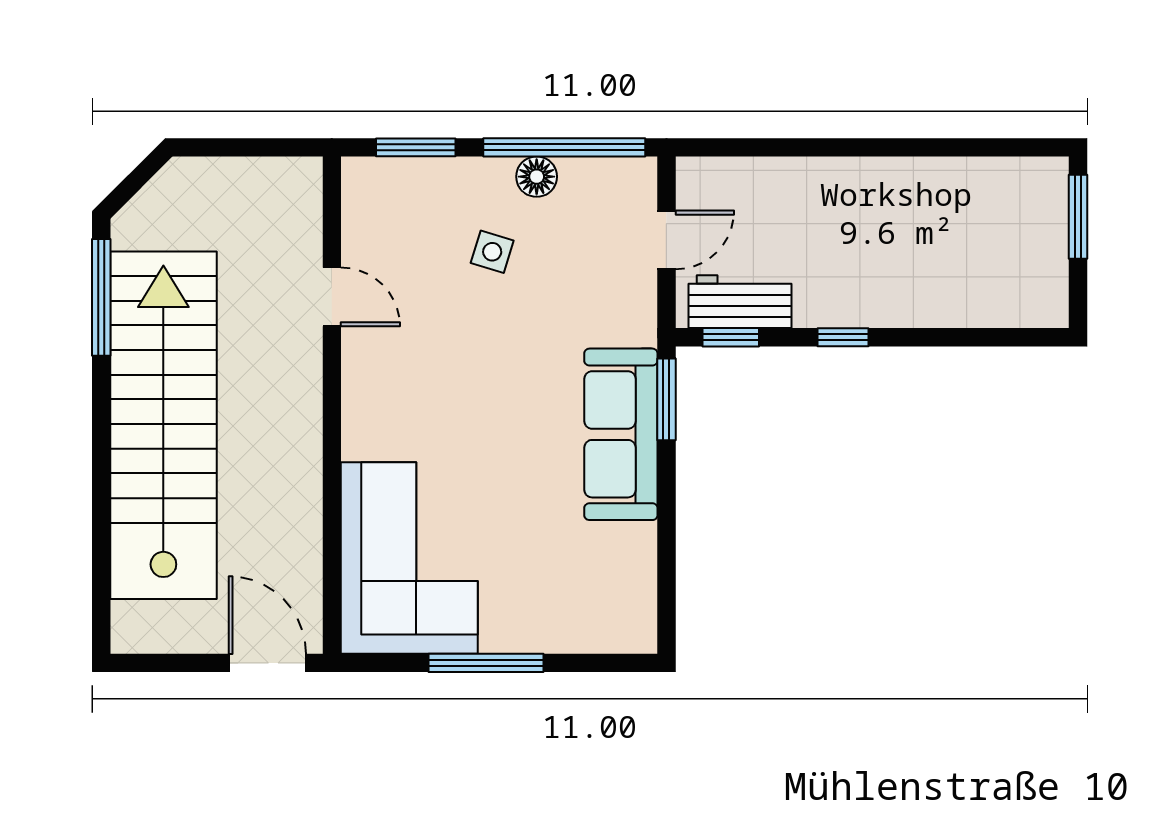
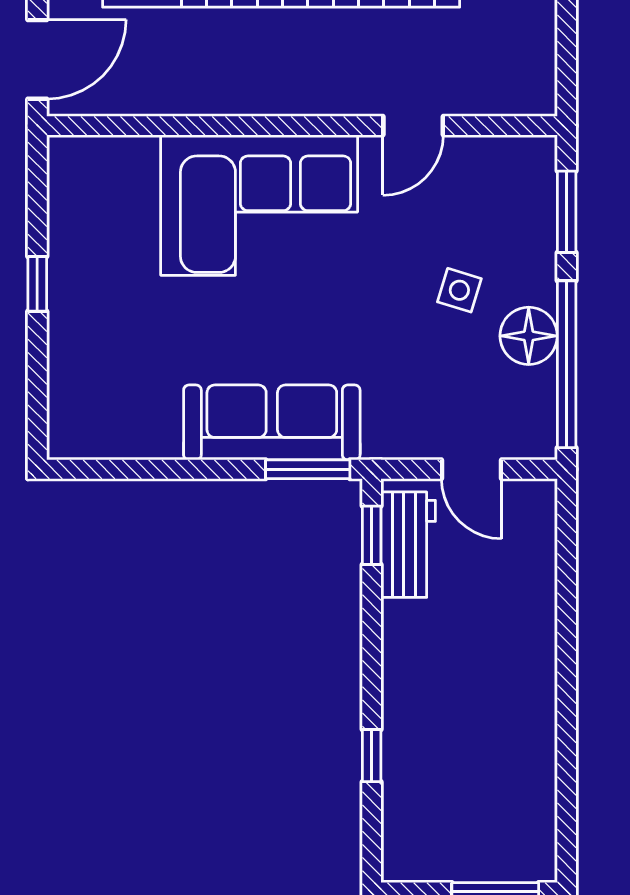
floor lamp: (537, 177) -> (529, 336), width x1.38, depth x1.38
window: (843, 337) -> (372, 756), moved
corner sofa: (409, 558) -> (259, 205), moved
window: (486, 663) -> (37, 284), width x0.46

